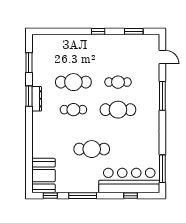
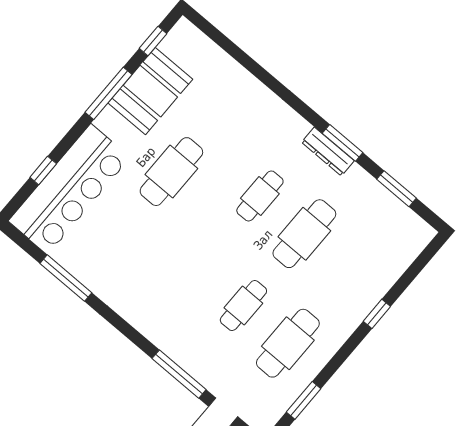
window: (98, 31) -> (377, 314), moved
window: (162, 96) -> (179, 374), moved
cafe table: (118, 110) -> (288, 343), moved
window: (162, 169) -> (66, 278), moved
booth: (43, 176) -> (150, 91), moved, turned 90

